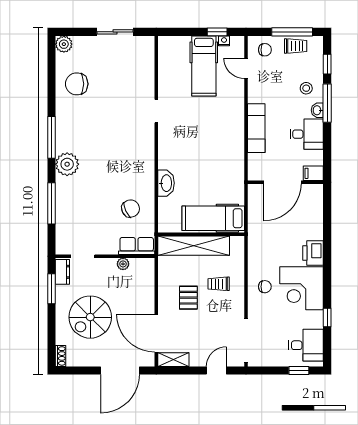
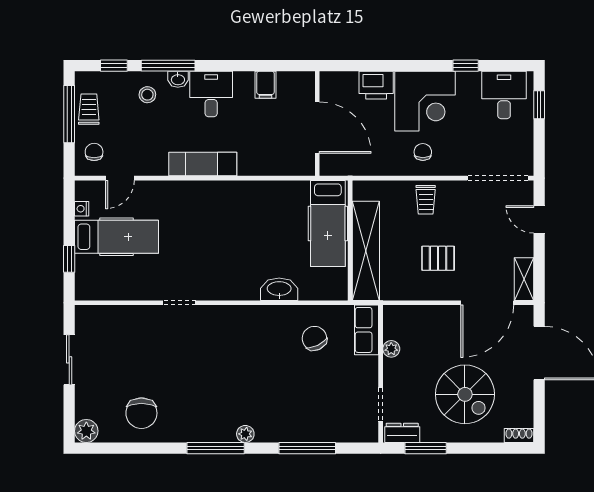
window: (217, 32) -> (69, 259), moved
plant: (67, 164) -> (245, 434), width x0.53, depth x0.53
door: (282, 182) -> (317, 128), moved
wall: (285, 182) -> (317, 123), moved
trolley: (219, 284) -> (426, 200), moved

